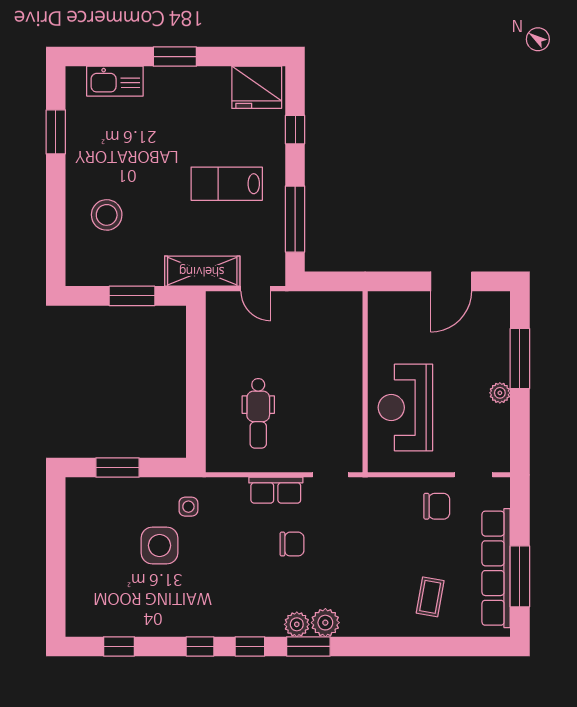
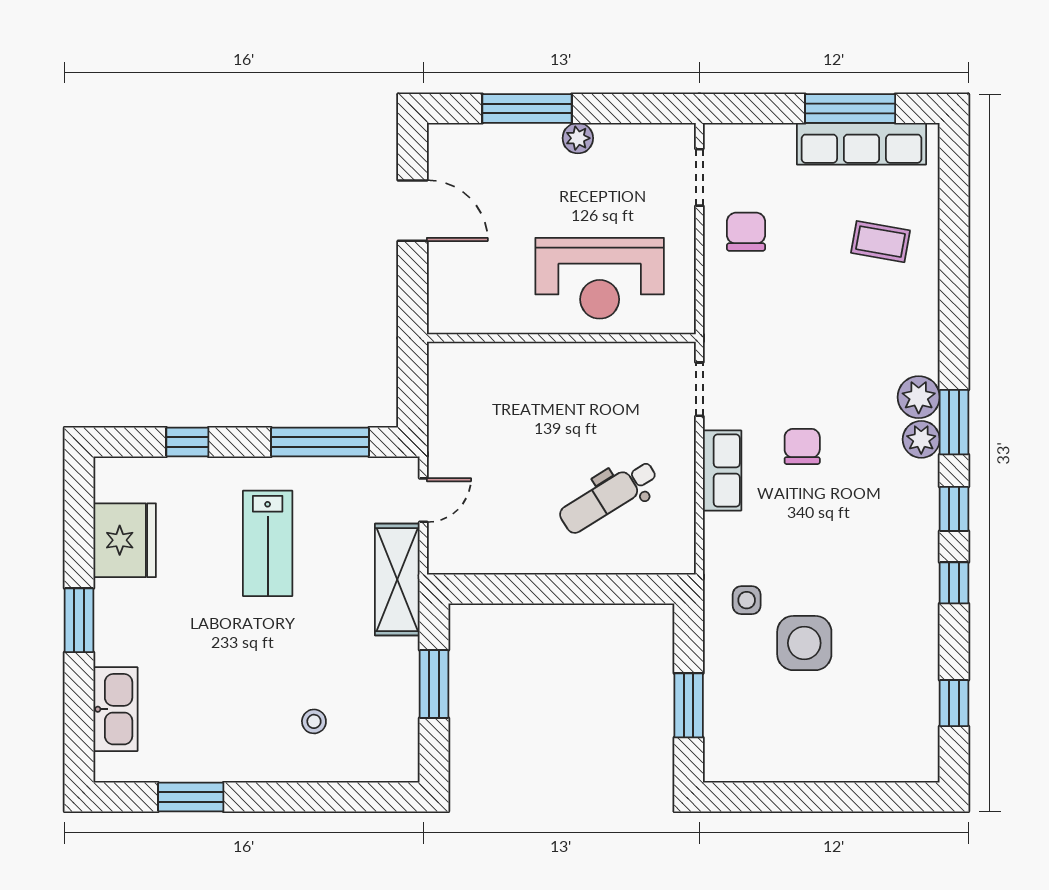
fridge: (257, 87) -> (125, 540), moved
stool: (107, 215) -> (314, 721), width x0.53, depth x0.53
dental chair: (258, 413) -> (608, 497), turned 148
row of seats: (496, 568) -> (861, 144), width x0.73

